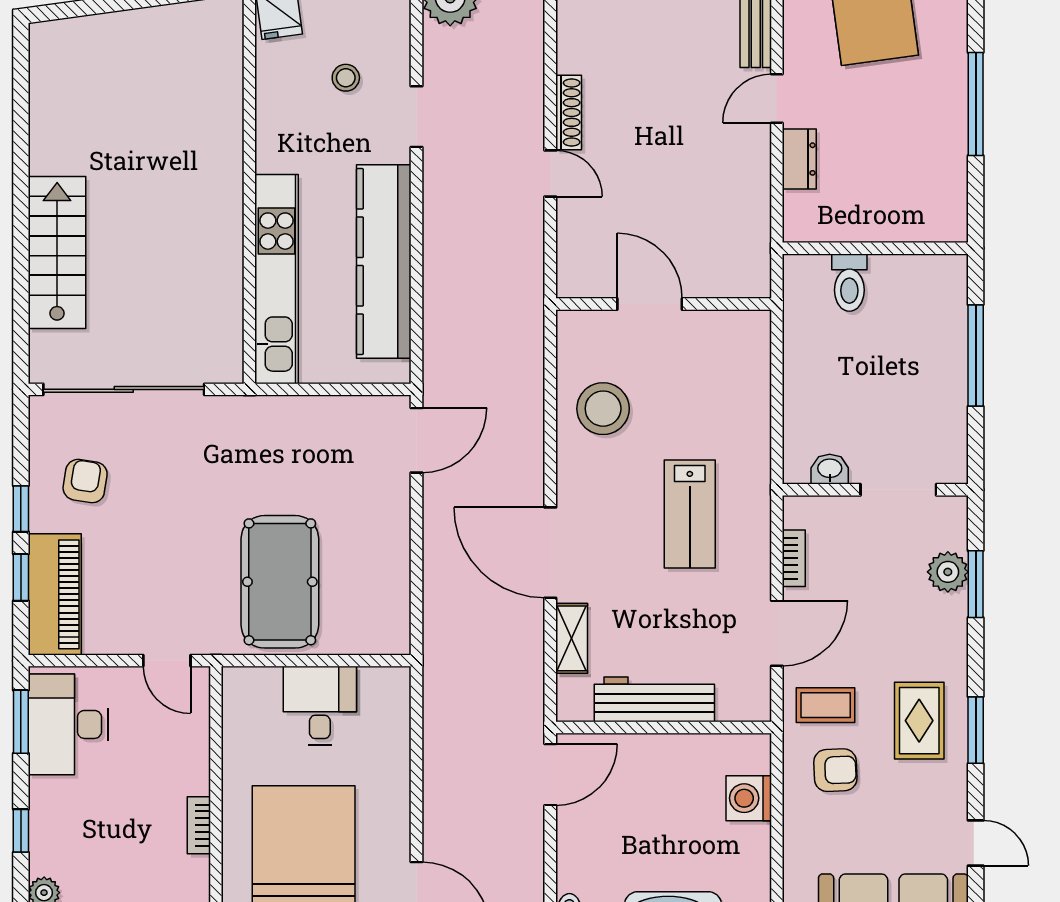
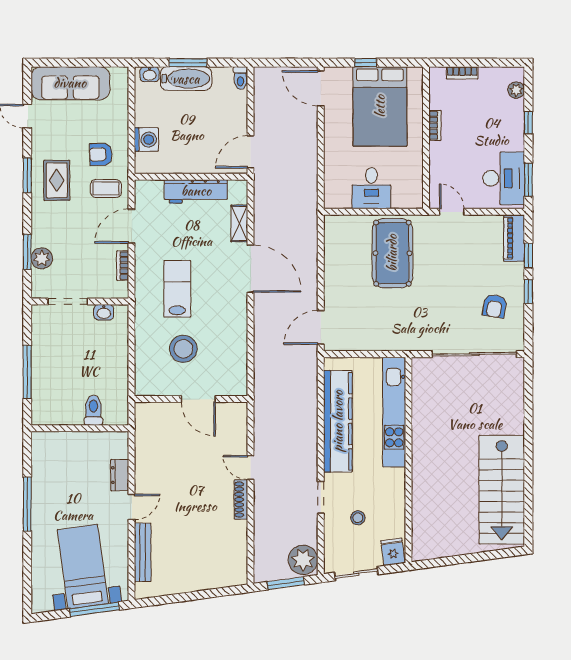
stairs: (57, 252) -> (502, 490), moved, width x1.36, depth x1.51
stool: (603, 409) -> (183, 349), moved
piano: (55, 594) -> (514, 238), width x0.73, depth x0.75

